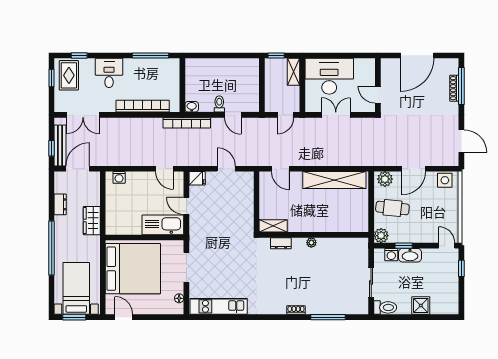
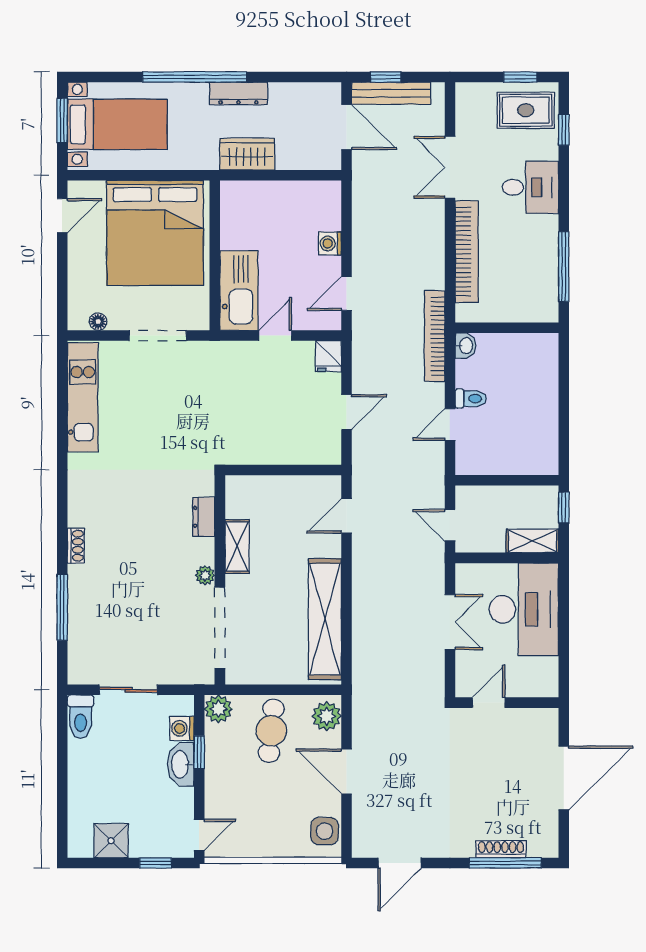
door: (417, 55) -> (564, 778), swing flipped
double door: (83, 115) -> (450, 167), moved
washing machine: (119, 177) -> (330, 243), moved
dresser: (60, 204) -> (238, 94), moved, width x1.44
shelving: (273, 226) -> (237, 547), moved
doorway: (339, 235) -> (220, 628), added
shower: (421, 305) -> (111, 841), moved

